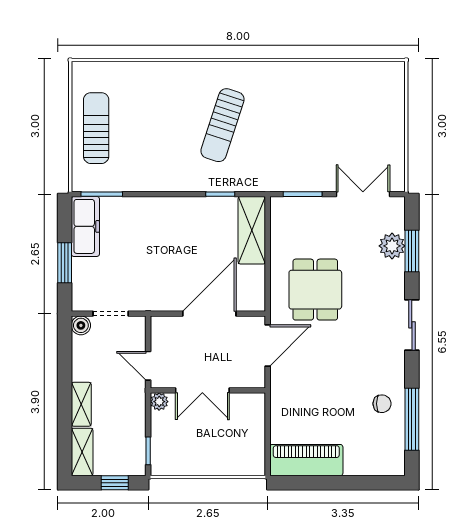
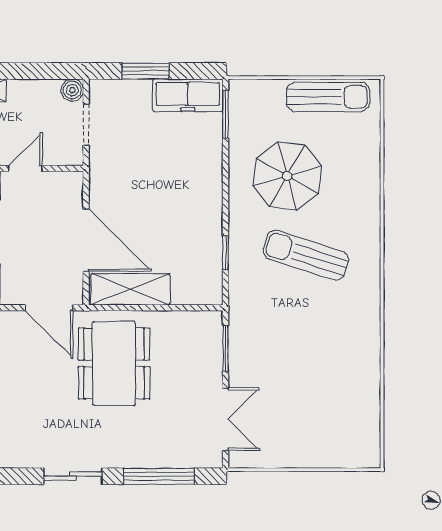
sun lounger: (96, 128) -> (328, 97), moved
parasol: (155, 141) -> (287, 176), added
shelving: (252, 230) -> (130, 289), moved
plant: (392, 246) -> (165, 453), removed
window: (412, 251) -> (159, 476), width x1.44
dining table: (315, 290) -> (114, 363), width x1.38

